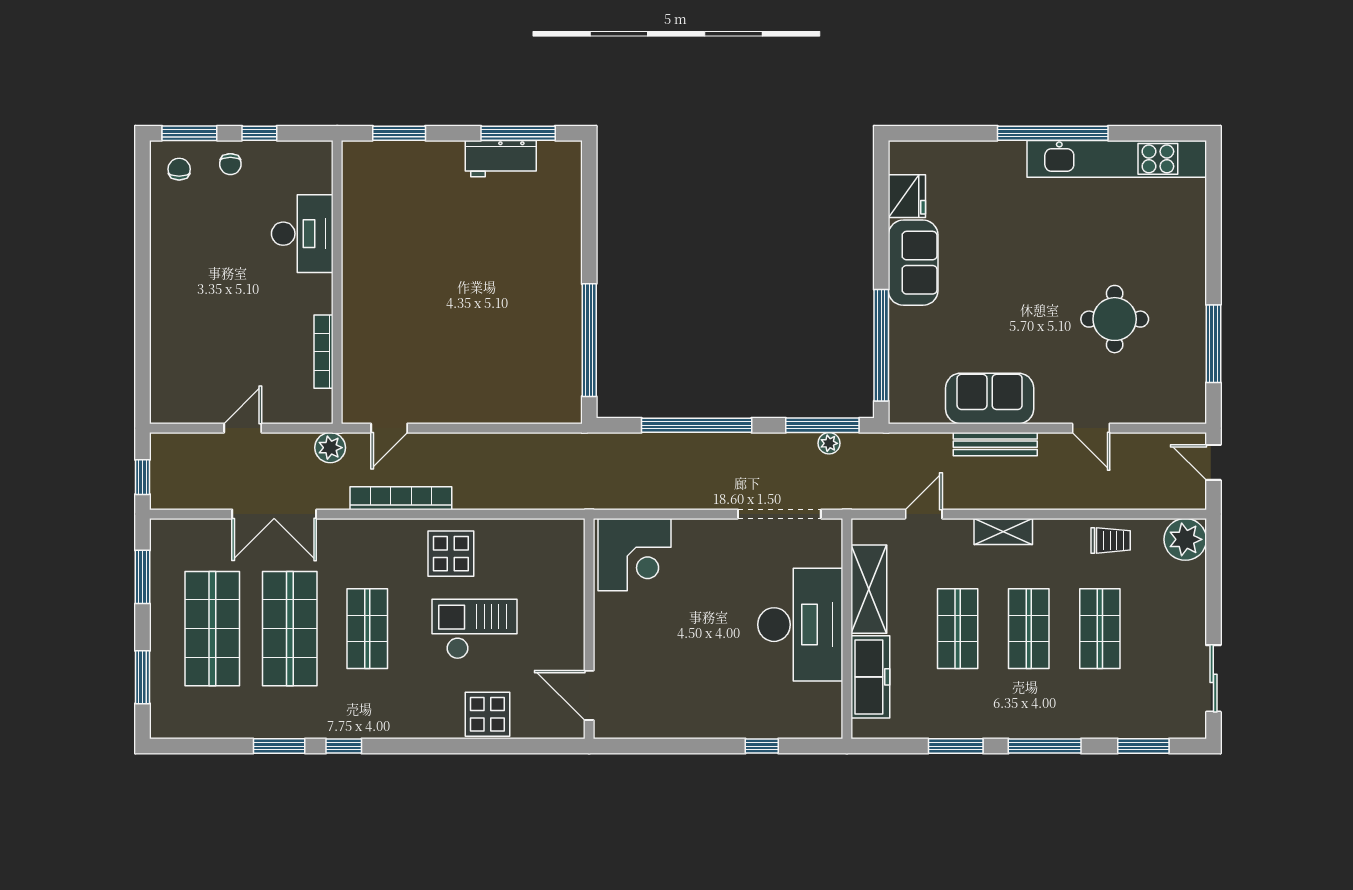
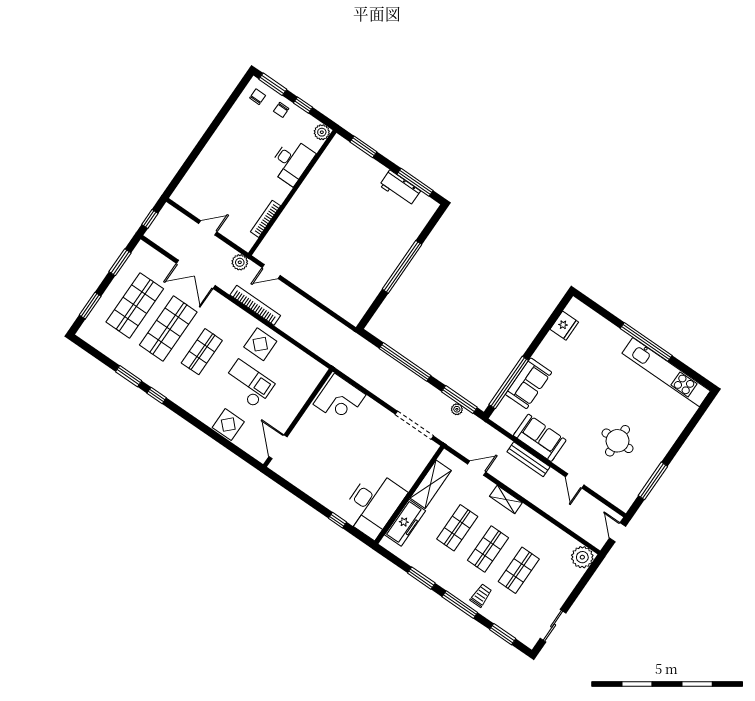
plant: (318, 155) -> (322, 132), added
sofa: (913, 263) -> (528, 383), moved
window: (589, 340) -> (402, 267), moved
trolley: (1111, 540) -> (481, 596), moved, turned -90
desk: (800, 625) -> (373, 504), moved

